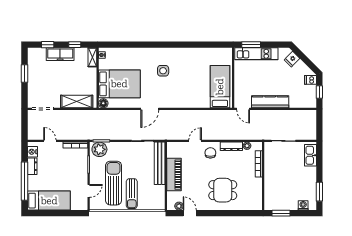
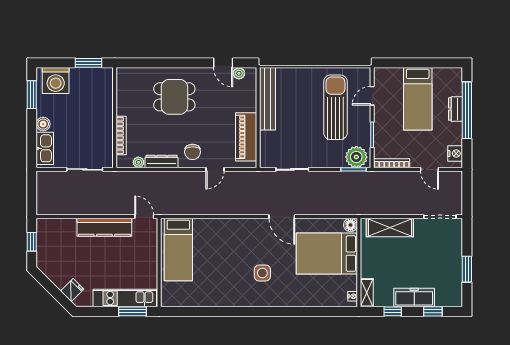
dishwasher: (310, 80) -> (45, 259), removed
door: (150, 109) -> (282, 217), swing flipped
bench: (160, 163) -> (267, 99), moved
dresser: (32, 166) -> (455, 109), moved
boiler: (312, 172) -> (43, 124), added
piano: (174, 175) -> (246, 137), moved
sun lounger: (114, 183) -> (335, 107), turned 180
sun lounger: (132, 194) -> (309, 92), removed
bed: (49, 201) -> (418, 99), moved, turned -90
washing machine: (303, 205) -> (56, 80), width x1.89, depth x1.89

